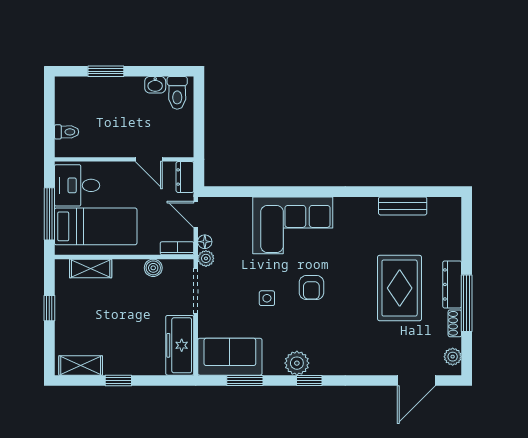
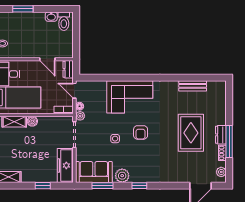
boiler: (153, 268) -> (32, 121), moved
dresser: (452, 284) -> (221, 135), width x0.70
plant: (297, 363) -> (122, 176), moved
window: (118, 380) -> (43, 186), moved

